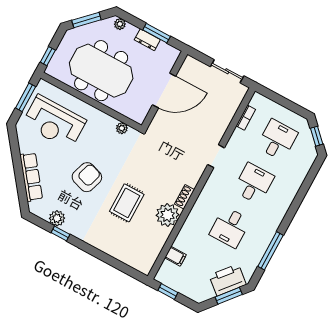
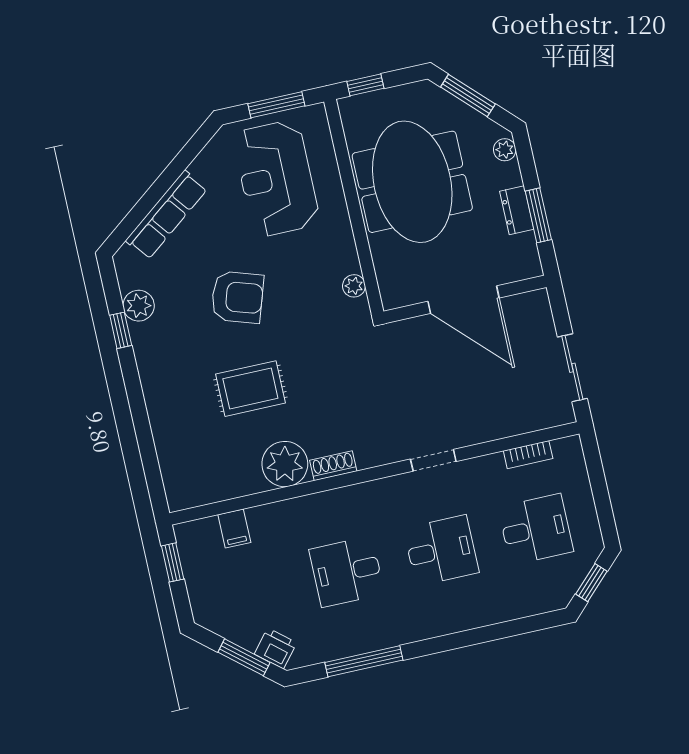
printer: (228, 280) -> (276, 648), width x0.53, depth x0.68

